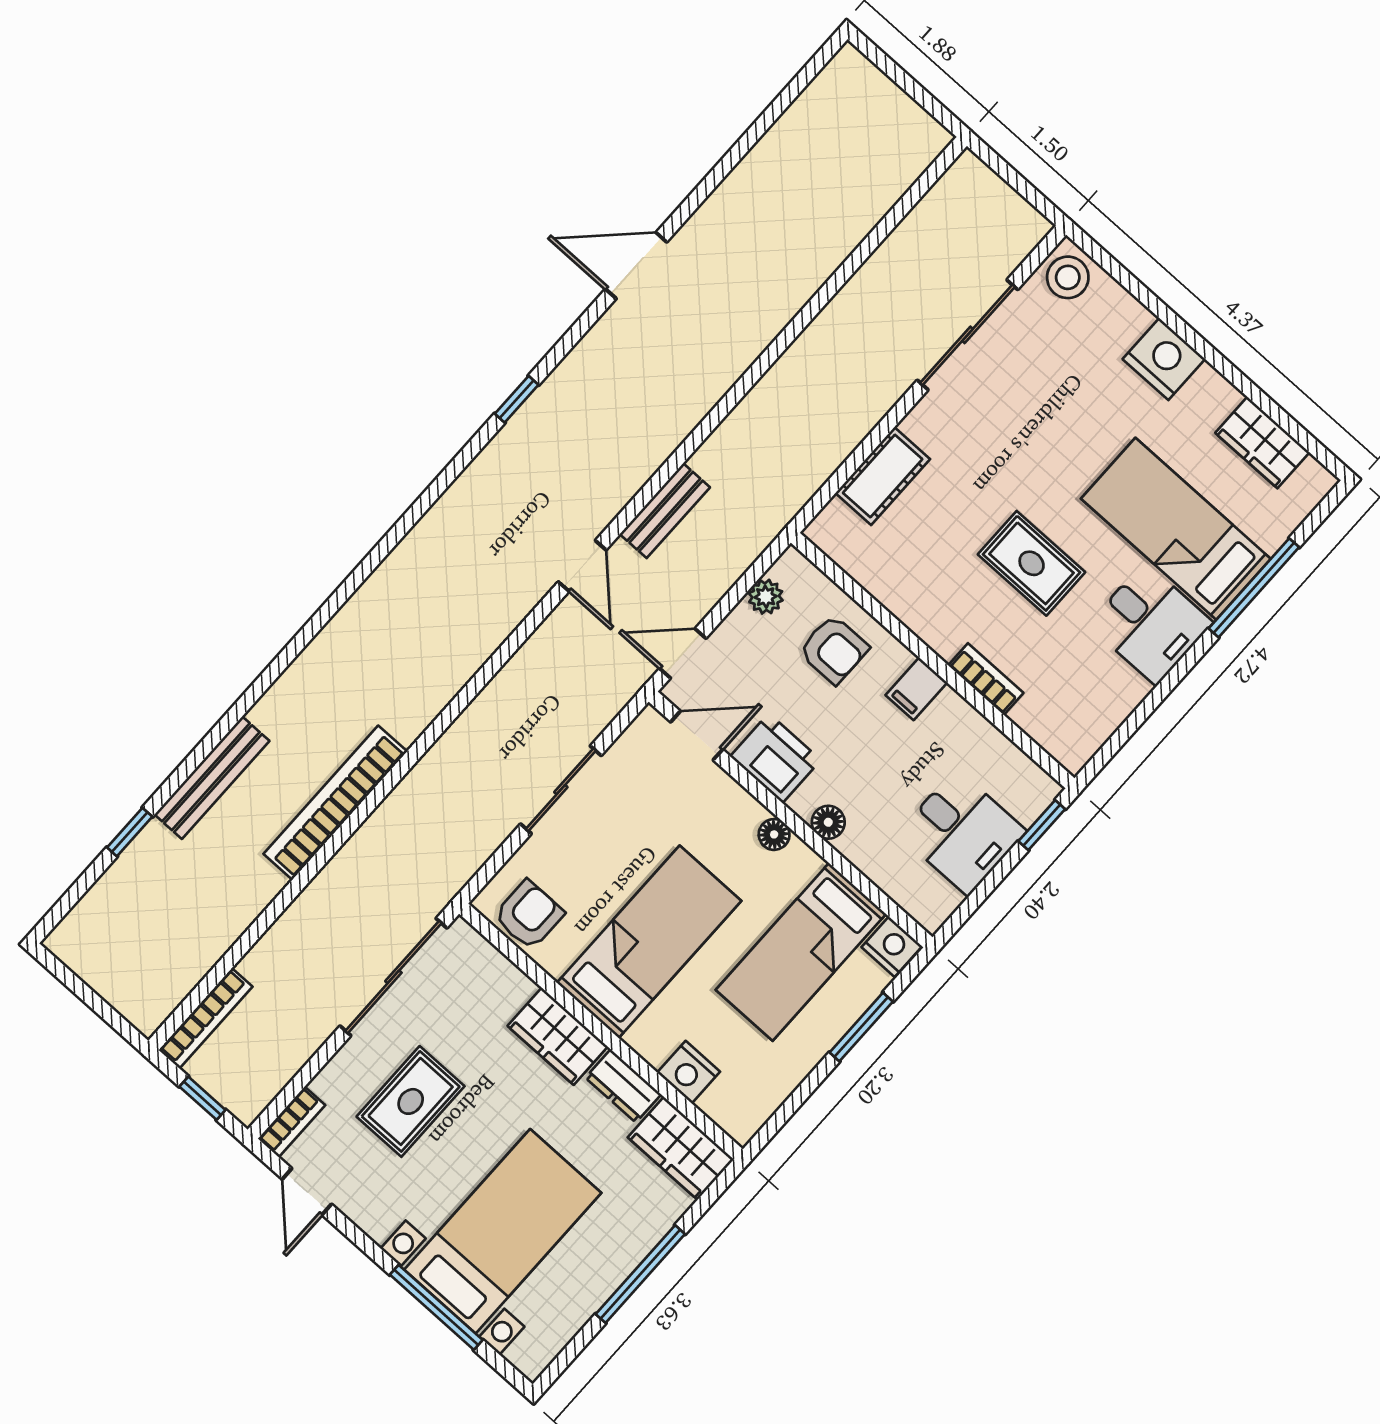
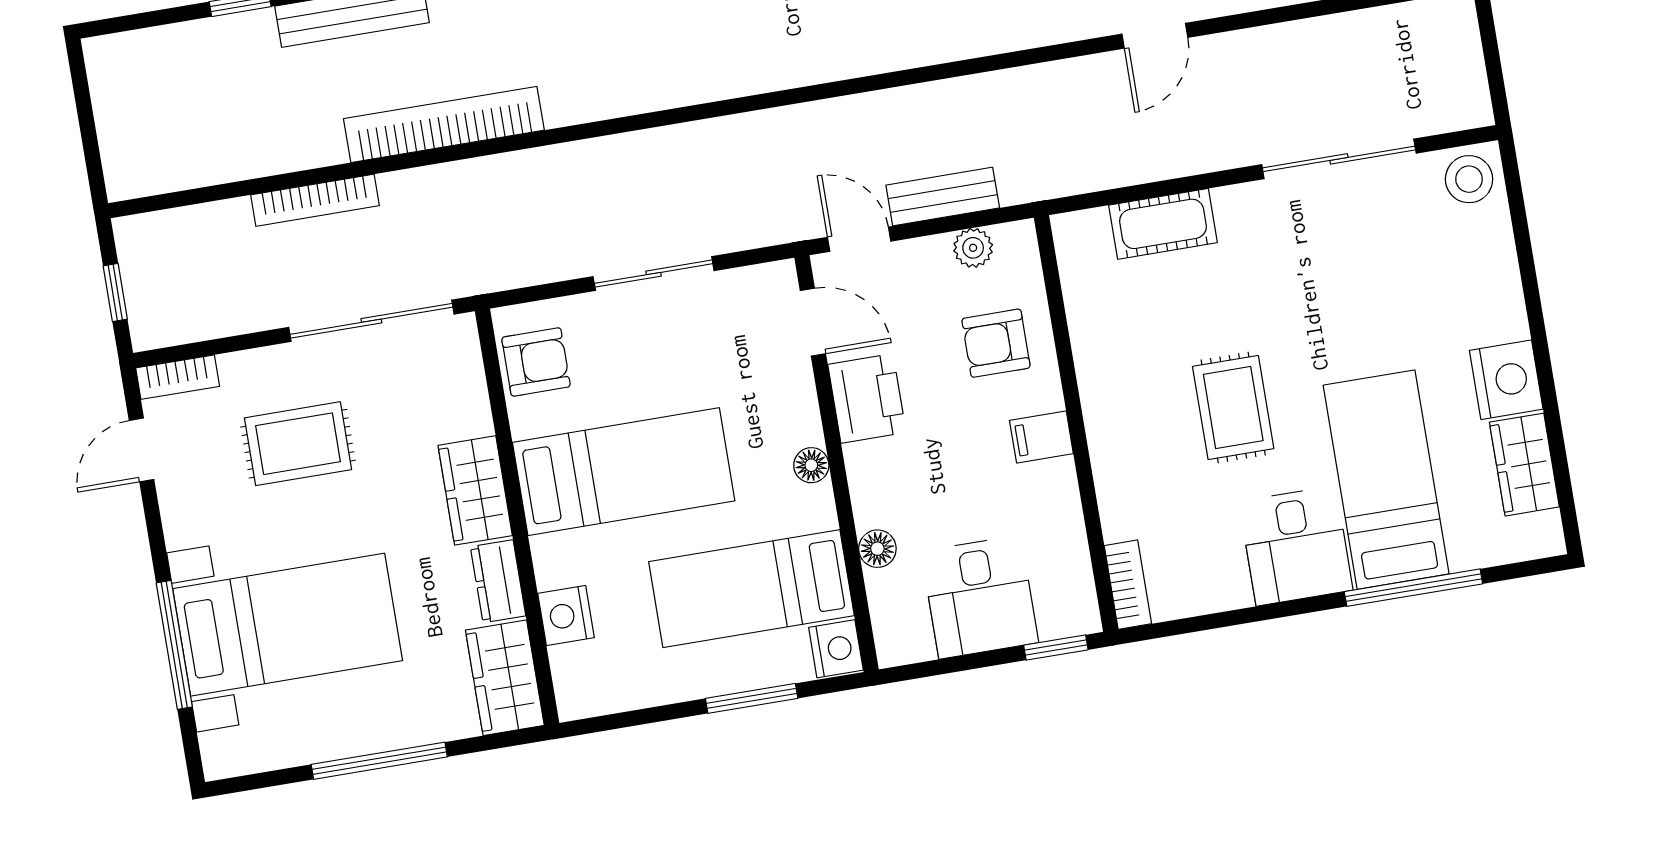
nightstand: (1164, 359) -> (1506, 380), moved
bench: (665, 511) -> (943, 197), moved
door: (582, 566) -> (1155, 36), moved
armchair: (834, 649) -> (996, 343), turned 90
bookcase: (986, 679) -> (1128, 585), moved
floor lamp: (828, 822) -> (877, 549), moved
bookcase: (206, 1018) -> (315, 200), moved

